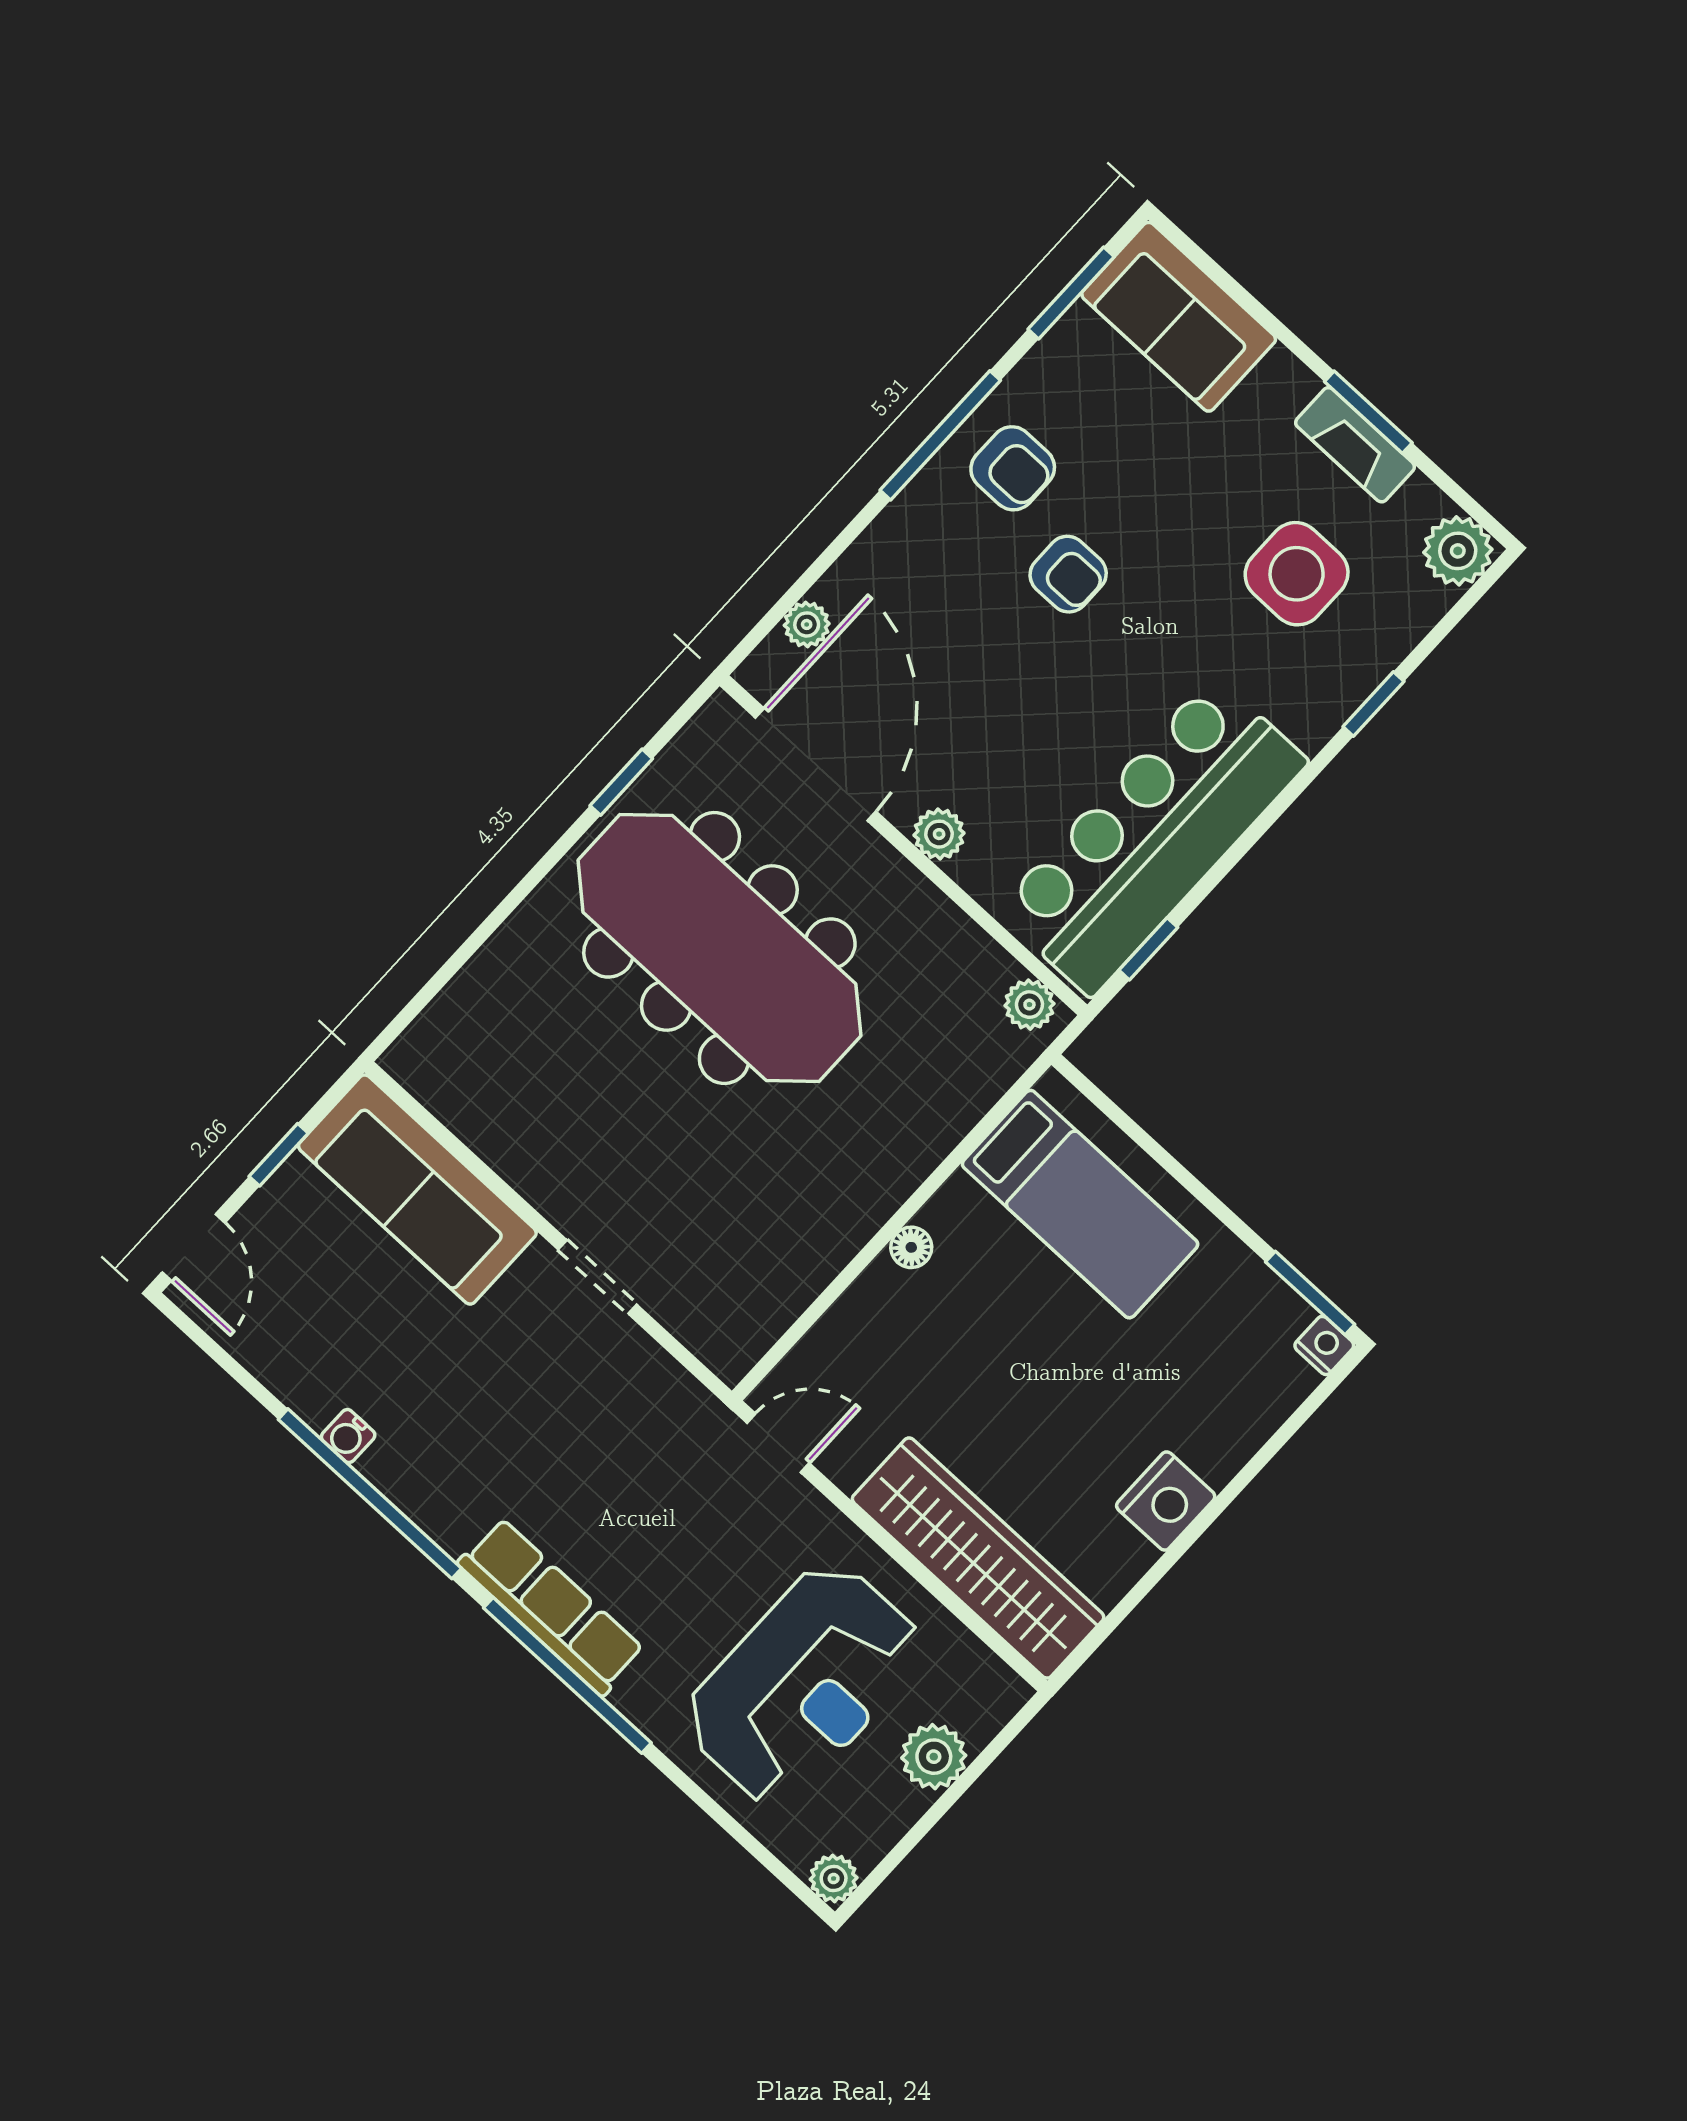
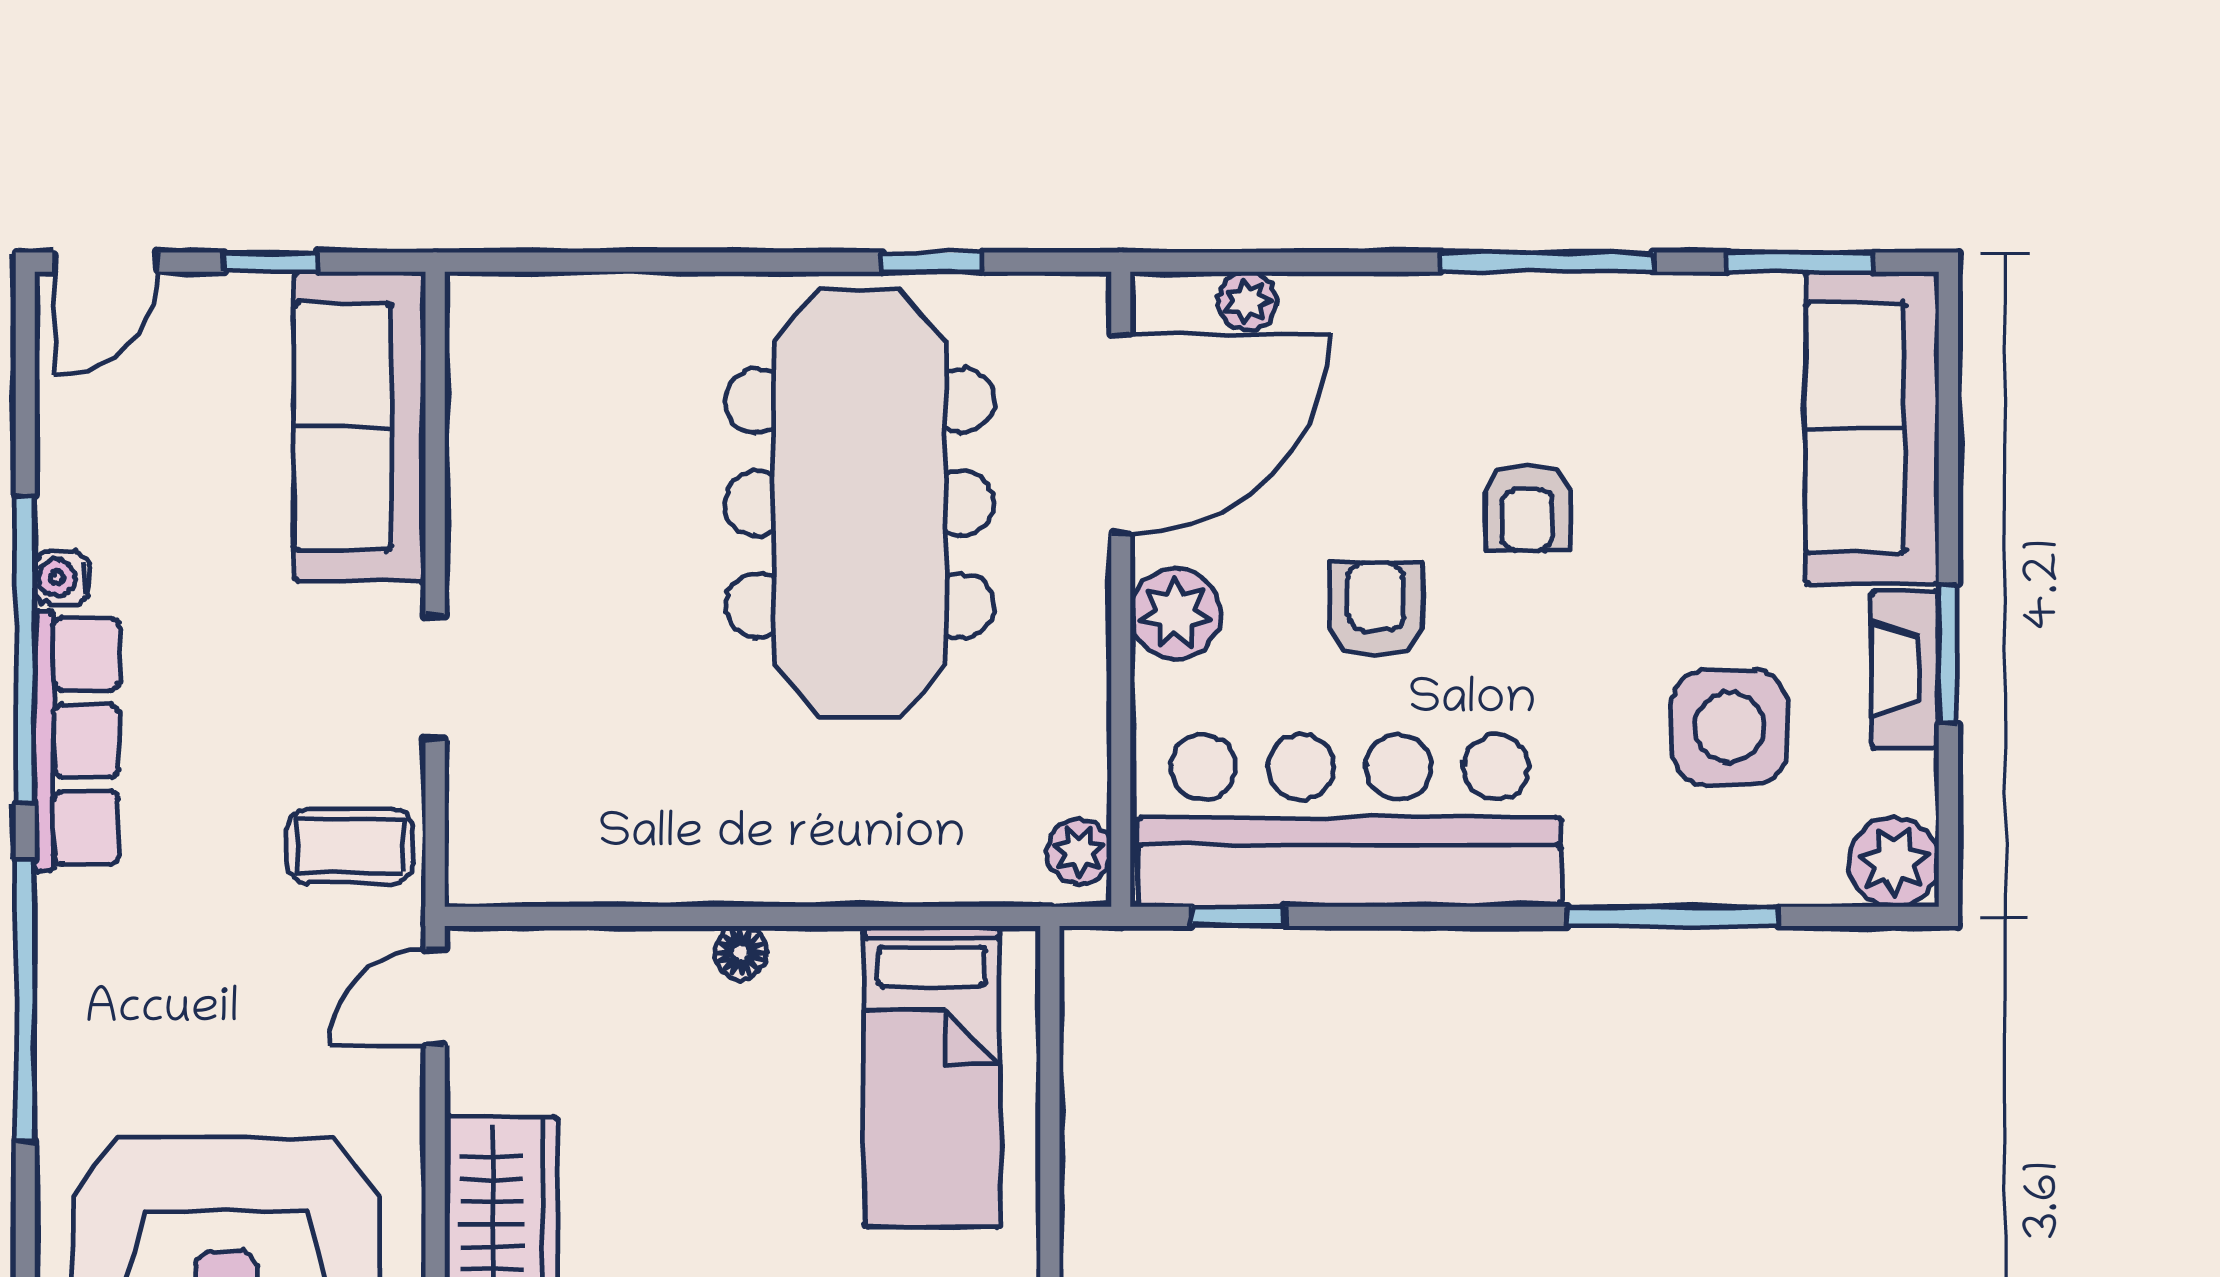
sofa: (1179, 317) -> (1872, 428), width x1.36
armchair: (1013, 468) -> (1375, 610), moved, turned 180
window: (1373, 704) -> (1672, 916), width x2.17
plant: (939, 834) -> (1175, 614), width x1.38, depth x1.38
coffee table: (649, 1413) -> (350, 846), added
door: (778, 1443) -> (435, 997), swing flipped
row of seats: (551, 1607) -> (77, 741), moved

